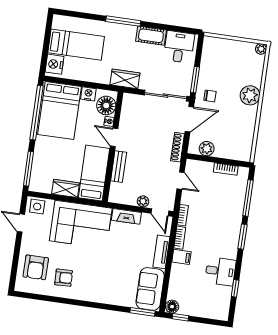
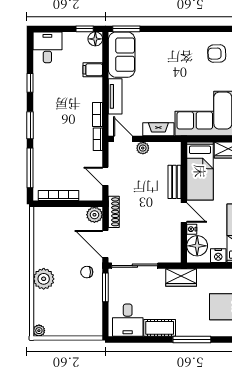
door: (189, 119) -> (105, 244), hinge flipped
plant: (207, 149) -> (94, 215), moved
bookcase: (226, 169) -> (59, 196), width x1.56
filing cabinet: (181, 257) -> (93, 70), moved
desk: (220, 271) -> (47, 47), moved, turned 90
window: (235, 288) -> (30, 83), moved

